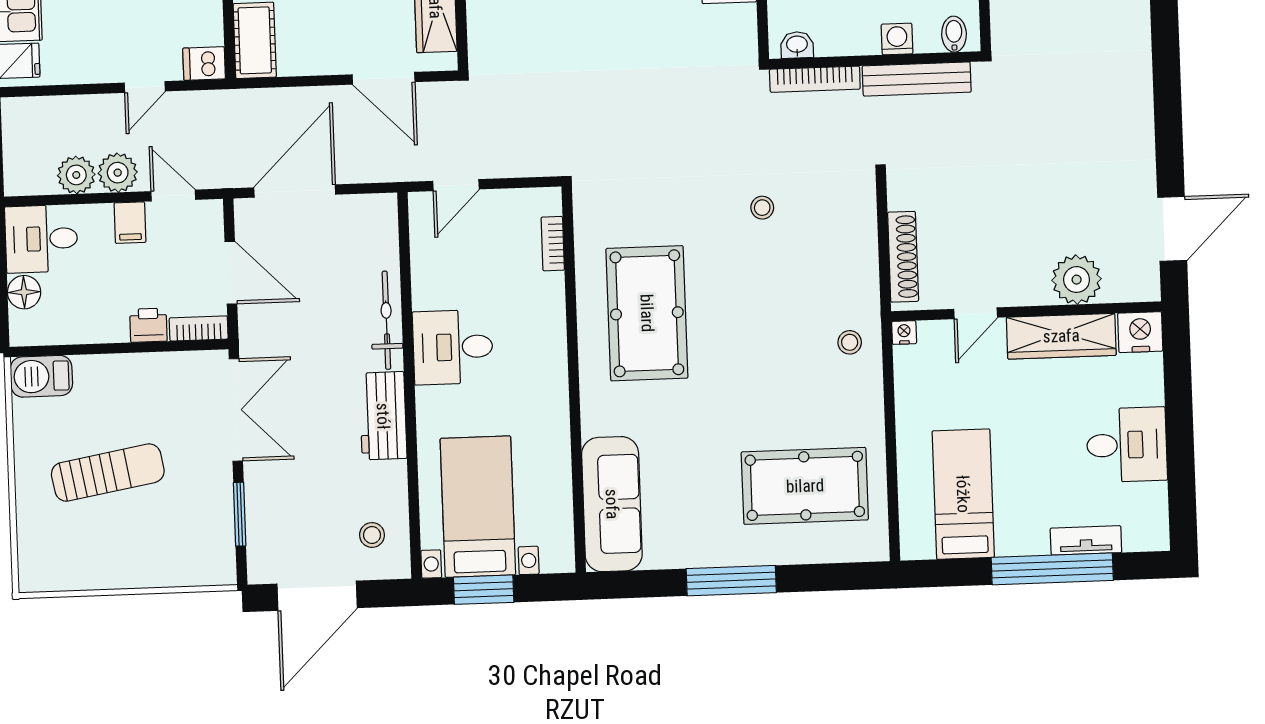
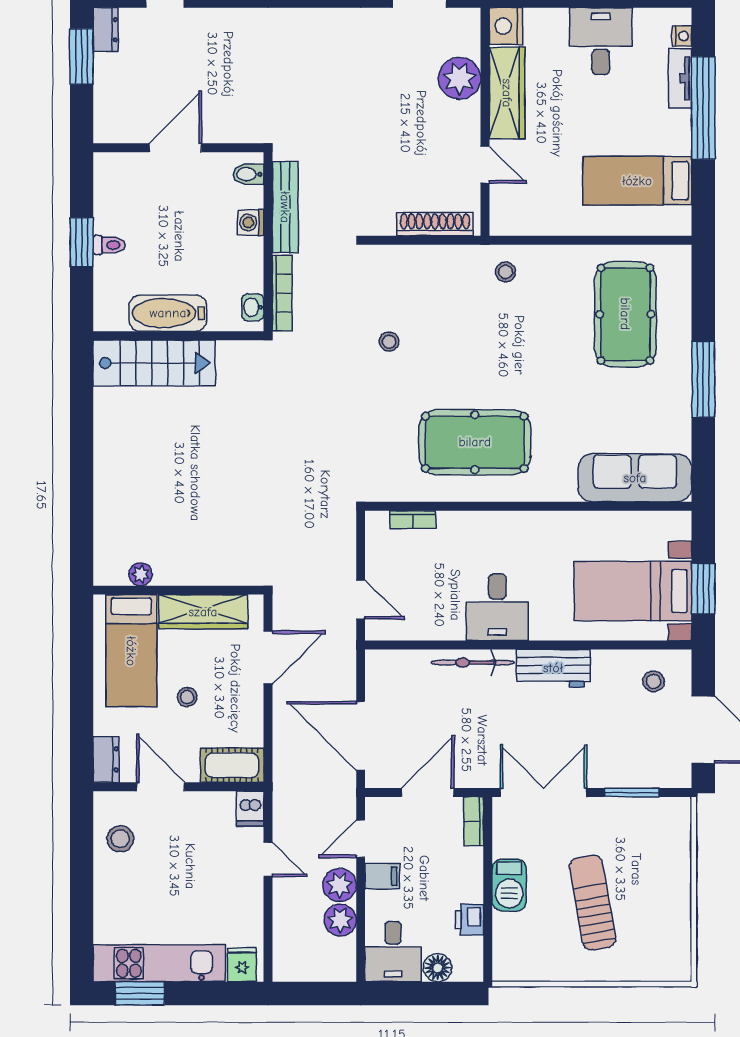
printer: (148, 325) -> (469, 920), moved
nightstand: (904, 332) -> (682, 36), moved, turned 180
barbecue: (41, 376) -> (509, 885), moved

